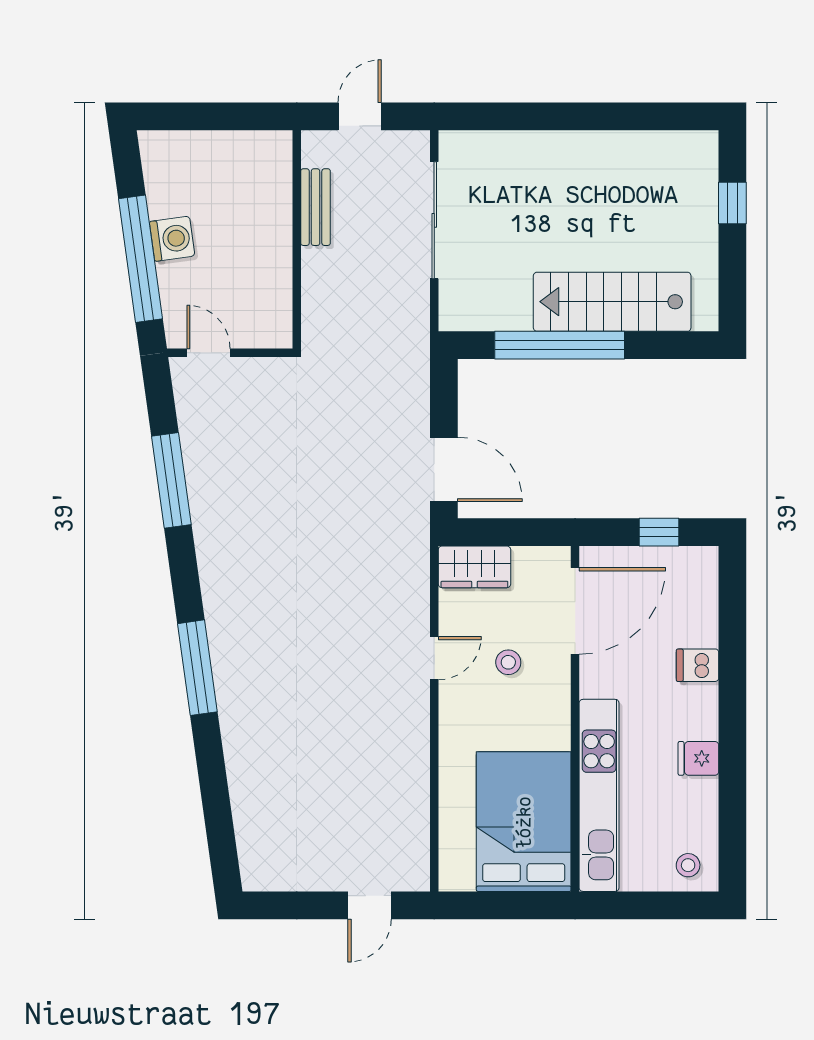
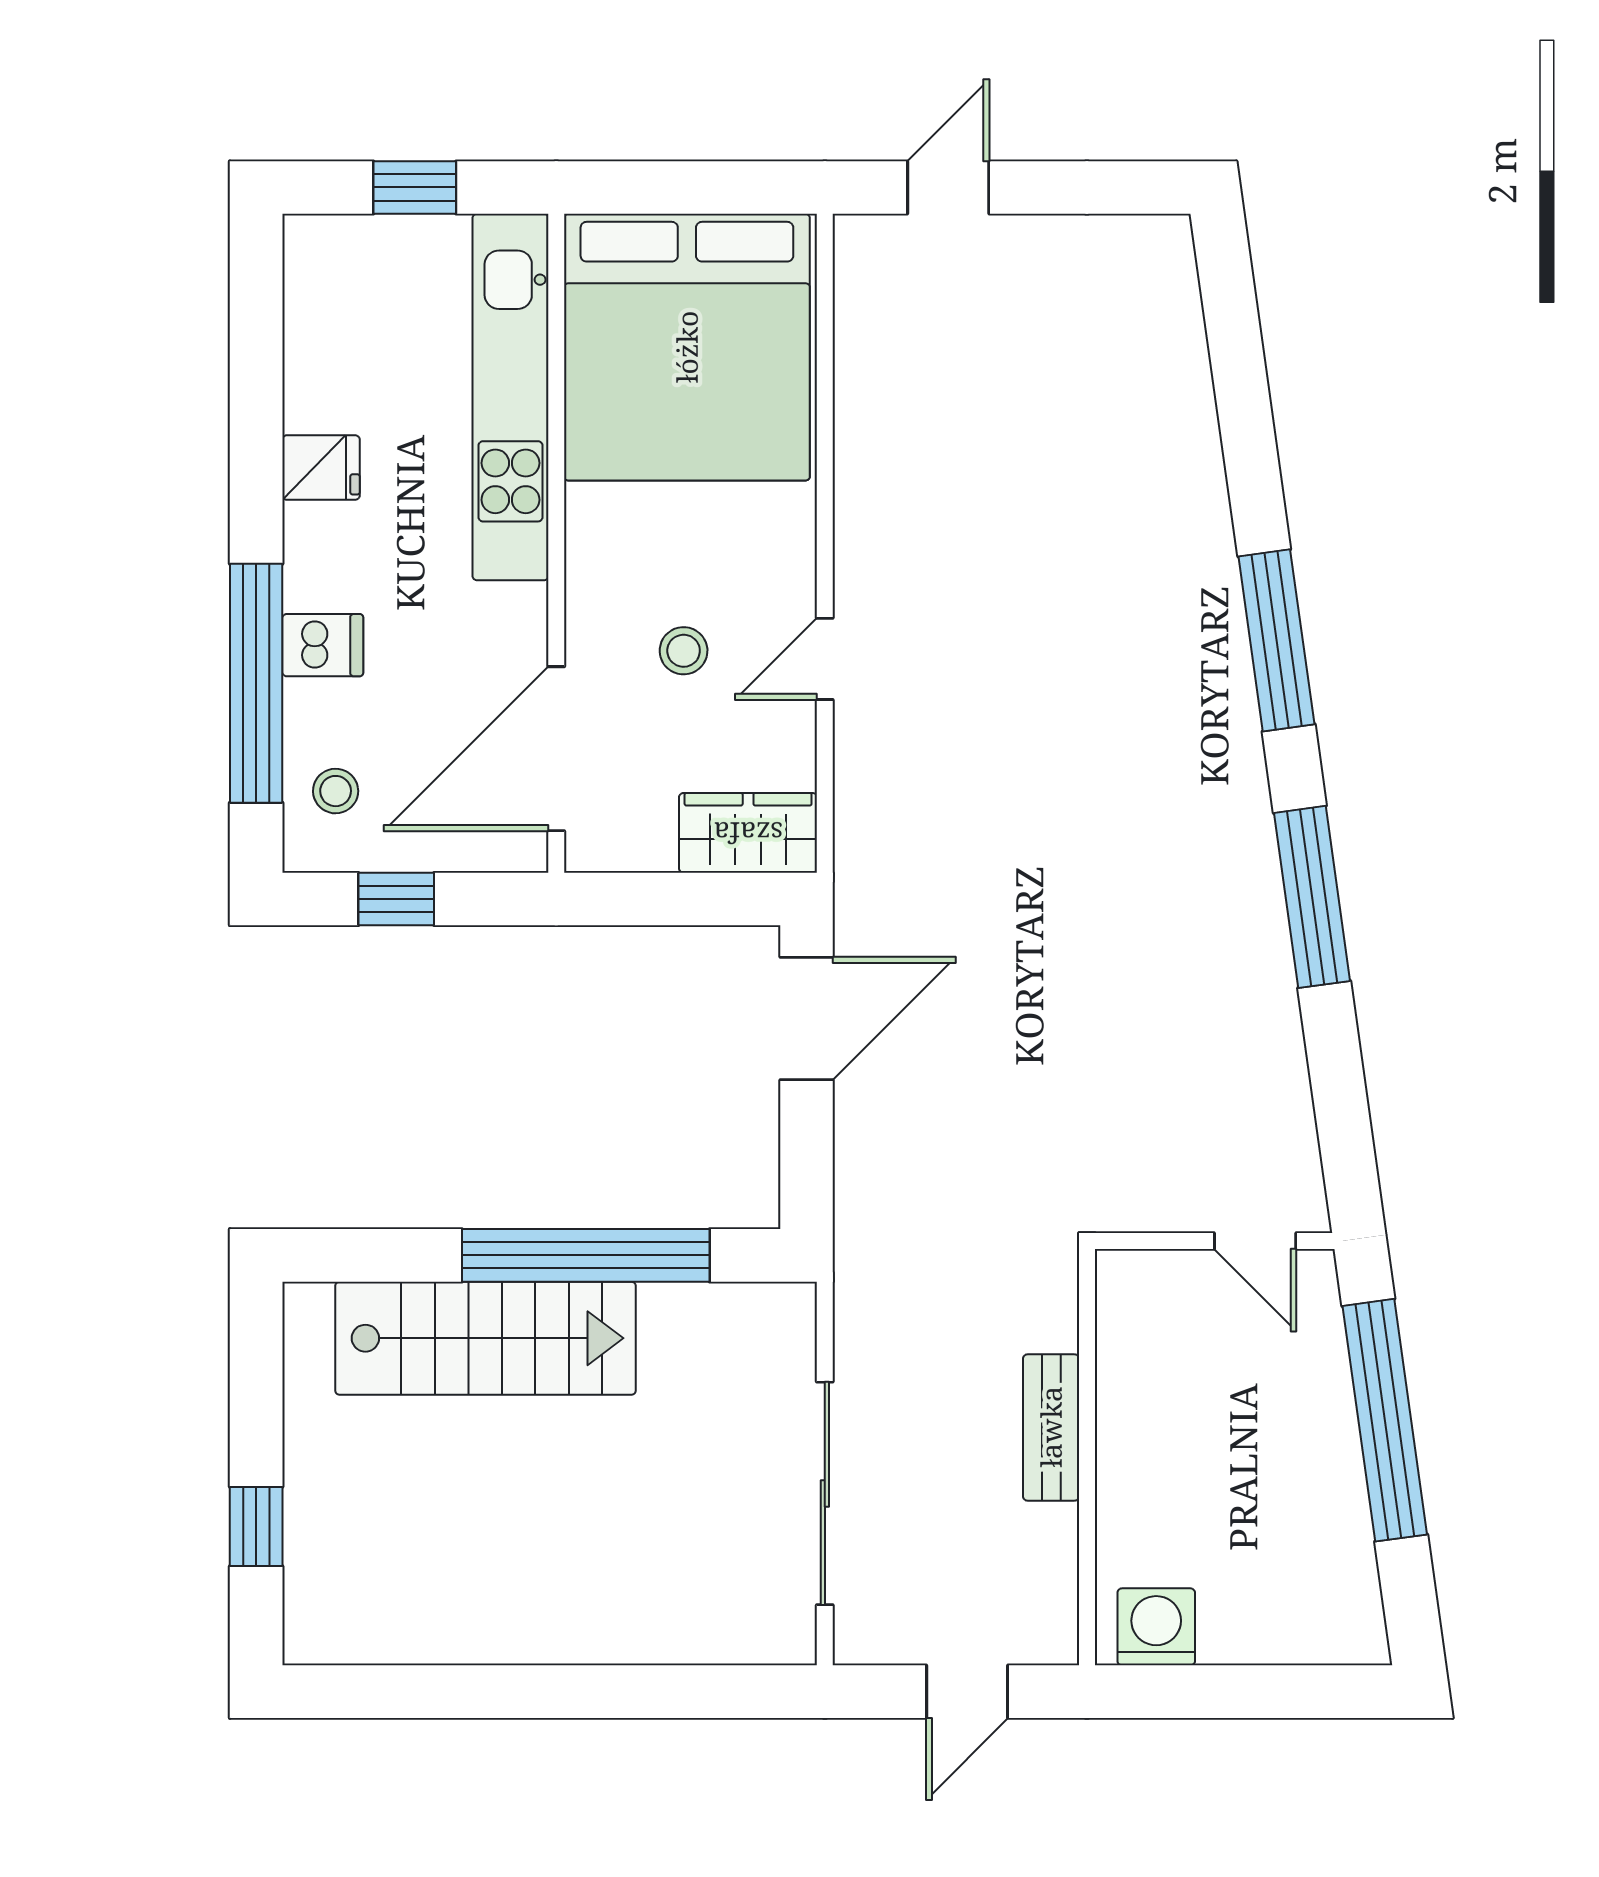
bench: (316, 207) -> (1051, 1427), moved
washing machine: (172, 239) -> (1156, 1627), moved, turned 98
door: (444, 469) -> (807, 1019), swing flipped
window: (171, 480) -> (1312, 897), moved
window: (732, 645) -> (256, 683), added
bed: (524, 822) -> (687, 347), width x1.36
stool: (688, 865) -> (336, 791), moved
window: (649, 905) -> (415, 187), added

